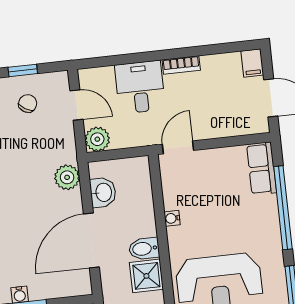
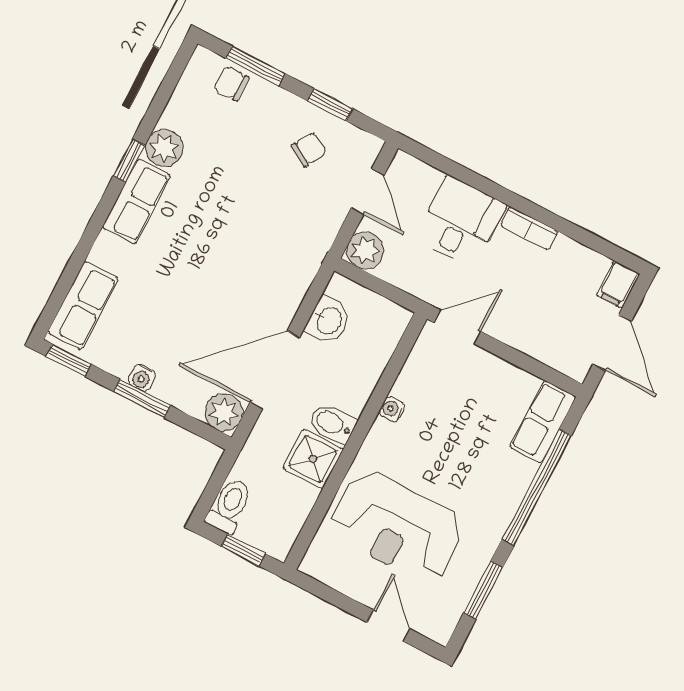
plant: (67, 177) -> (224, 412), moved

